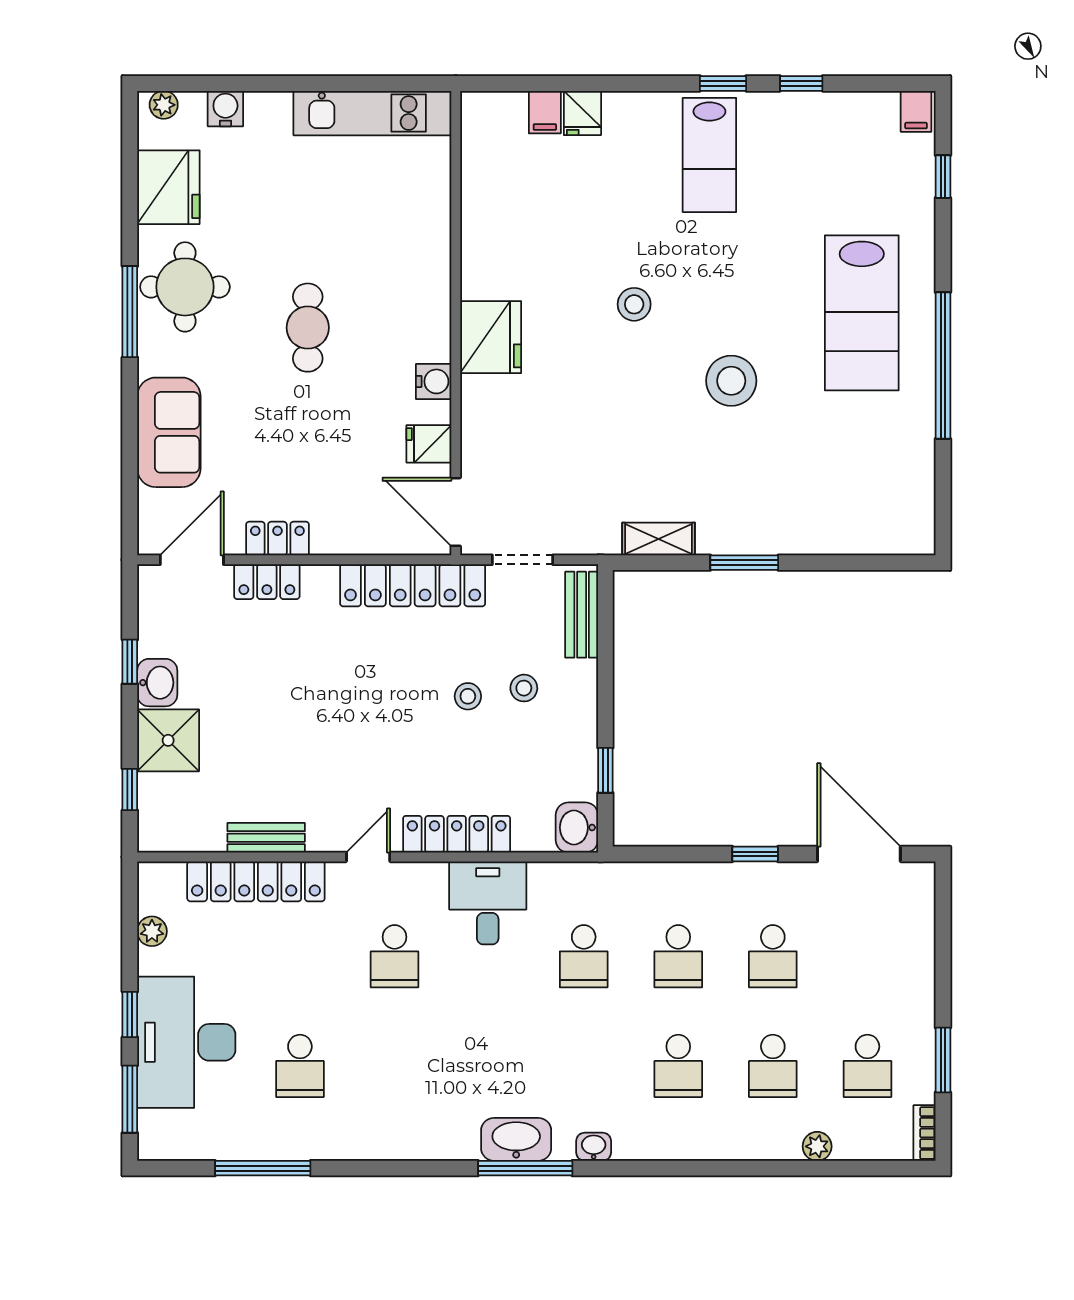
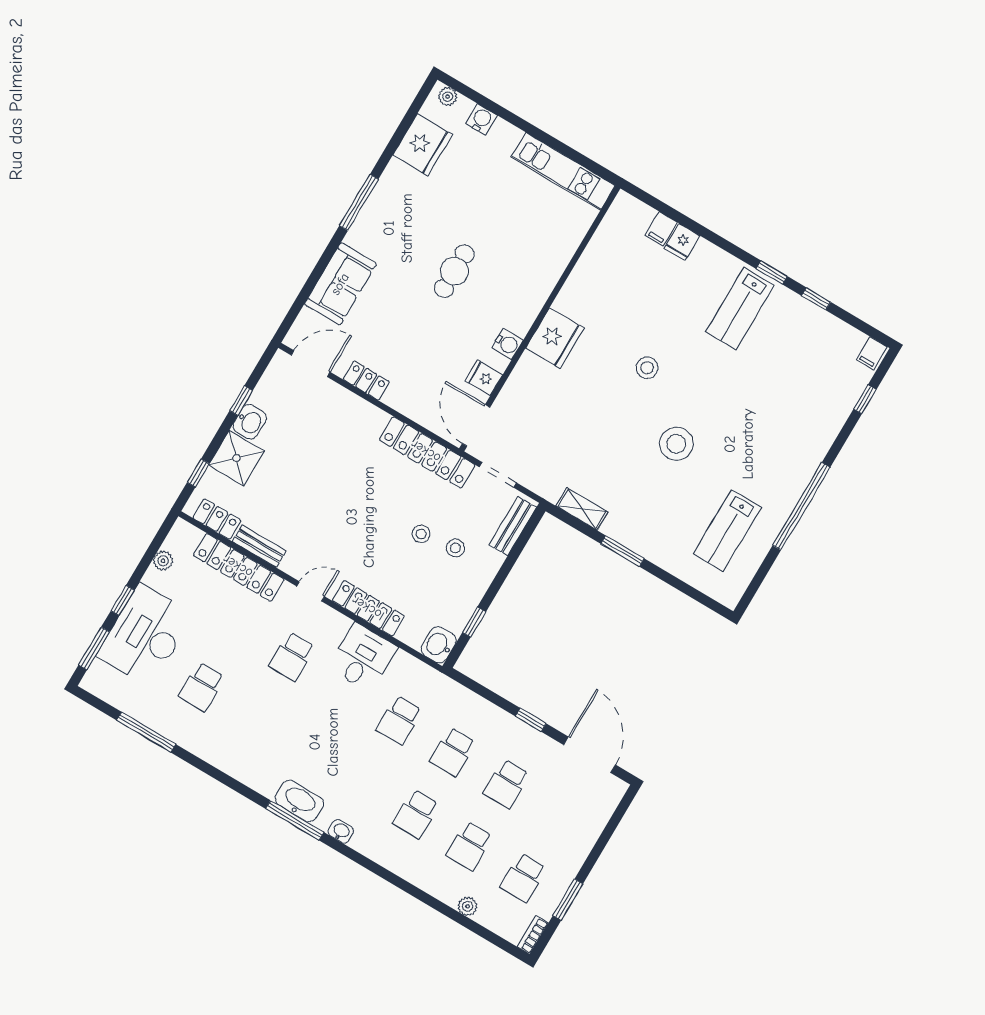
round table: (185, 287) -> (398, 207), removed
lab bench: (862, 313) -> (727, 531), moved, width x0.73, depth x0.72
locker: (267, 582) -> (217, 519), moved, turned 180

